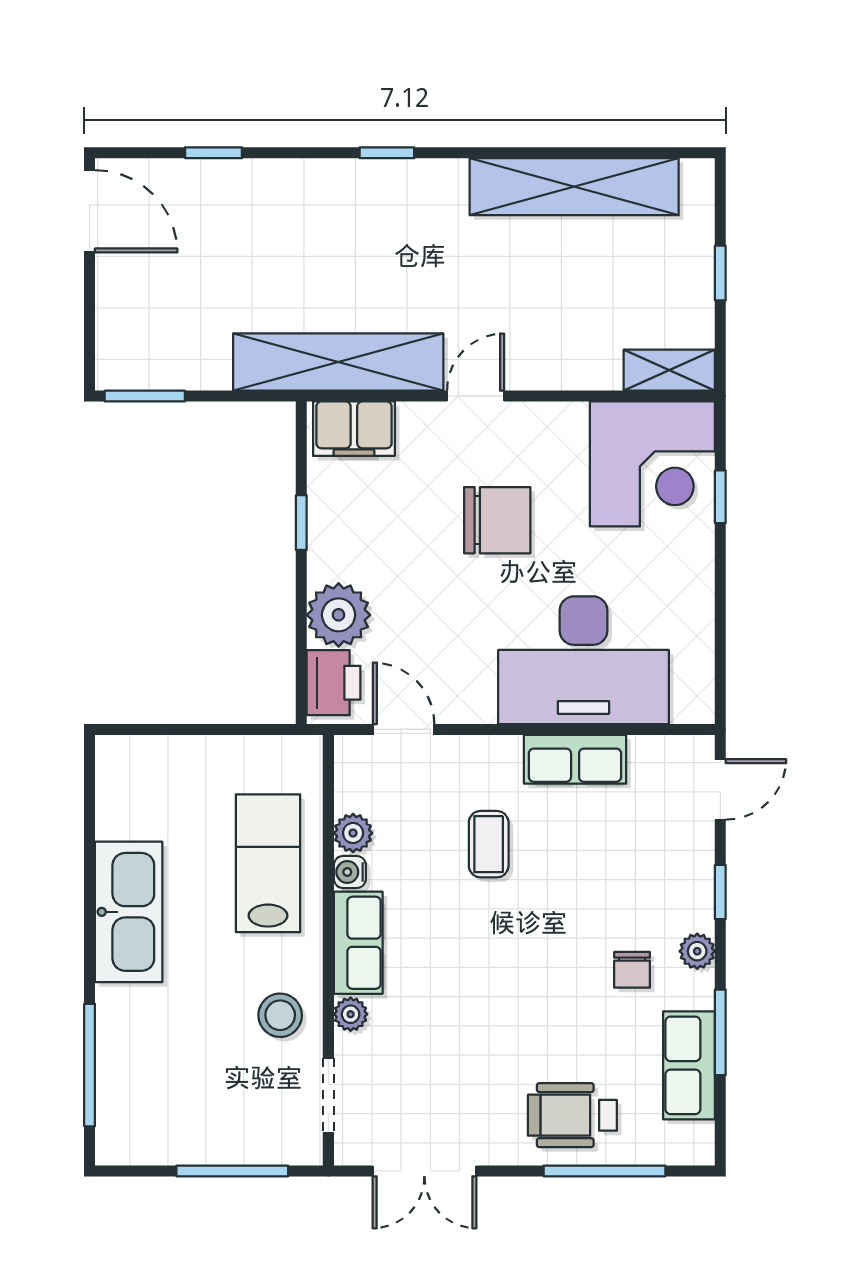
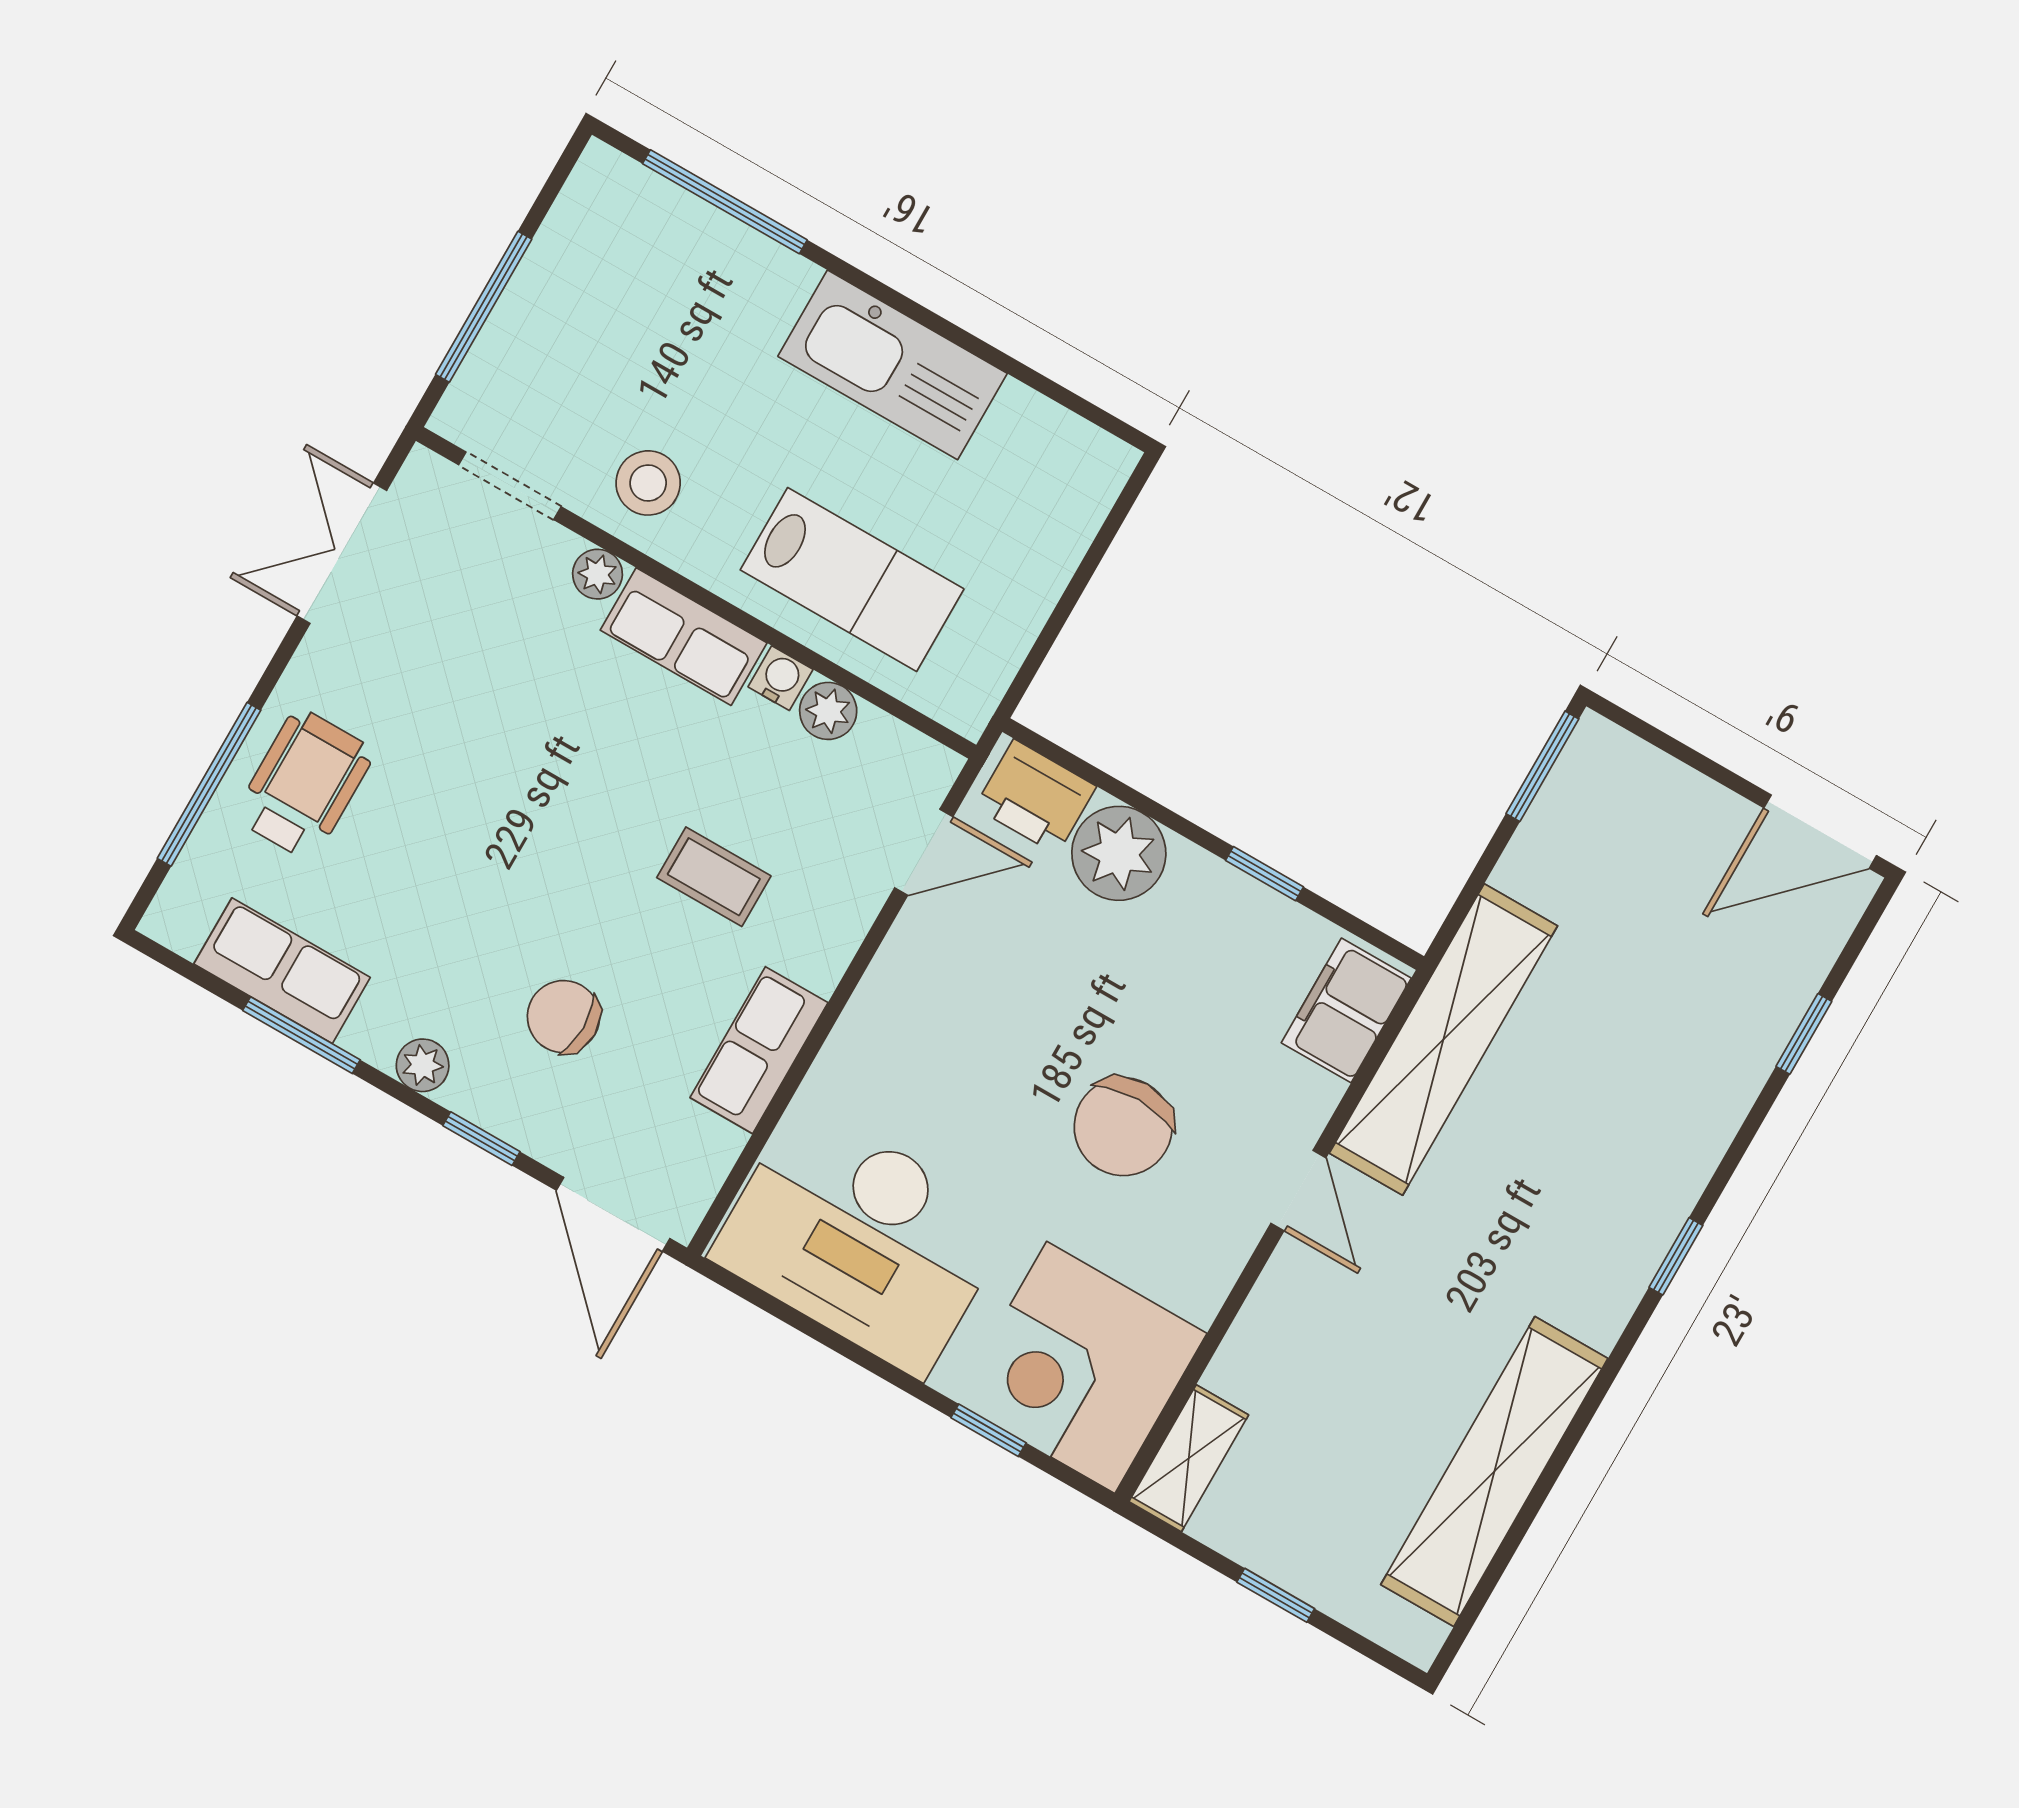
desk: (584, 660) -> (861, 1239), moved, turned -90
door: (720, 789) -> (613, 1214), width x1.38
chair: (632, 970) -> (564, 1017), moved, width x1.37, depth x1.37

